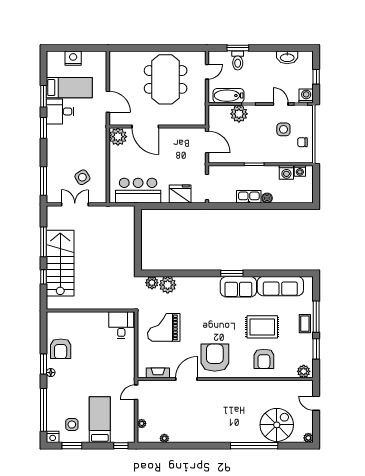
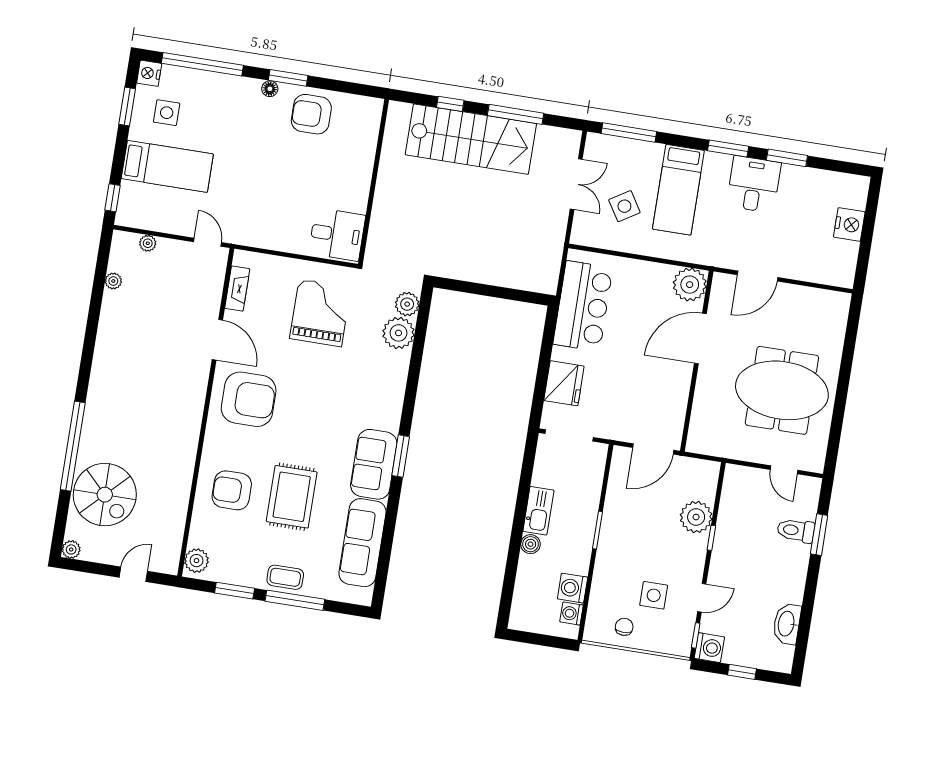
bed: (69, 88) -> (678, 190), moved
bathtub: (228, 96) -> (733, 503), removed

